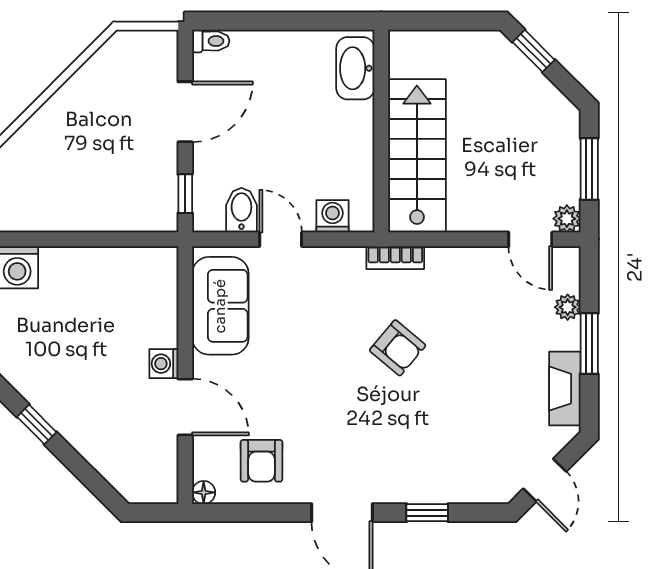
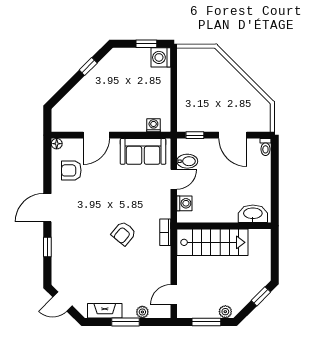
plant: (567, 219) -> (225, 312), moved
washing machine: (164, 364) -> (153, 125), moved

